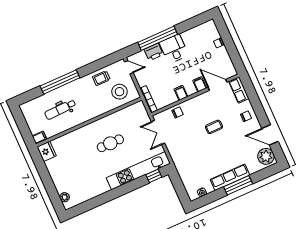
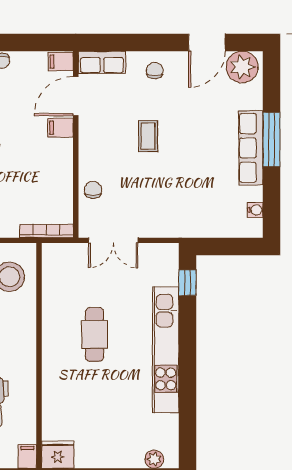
filing cabinet: (181, 93) -> (61, 62), moved
kitchen unit: (138, 171) -> (166, 350), moved

